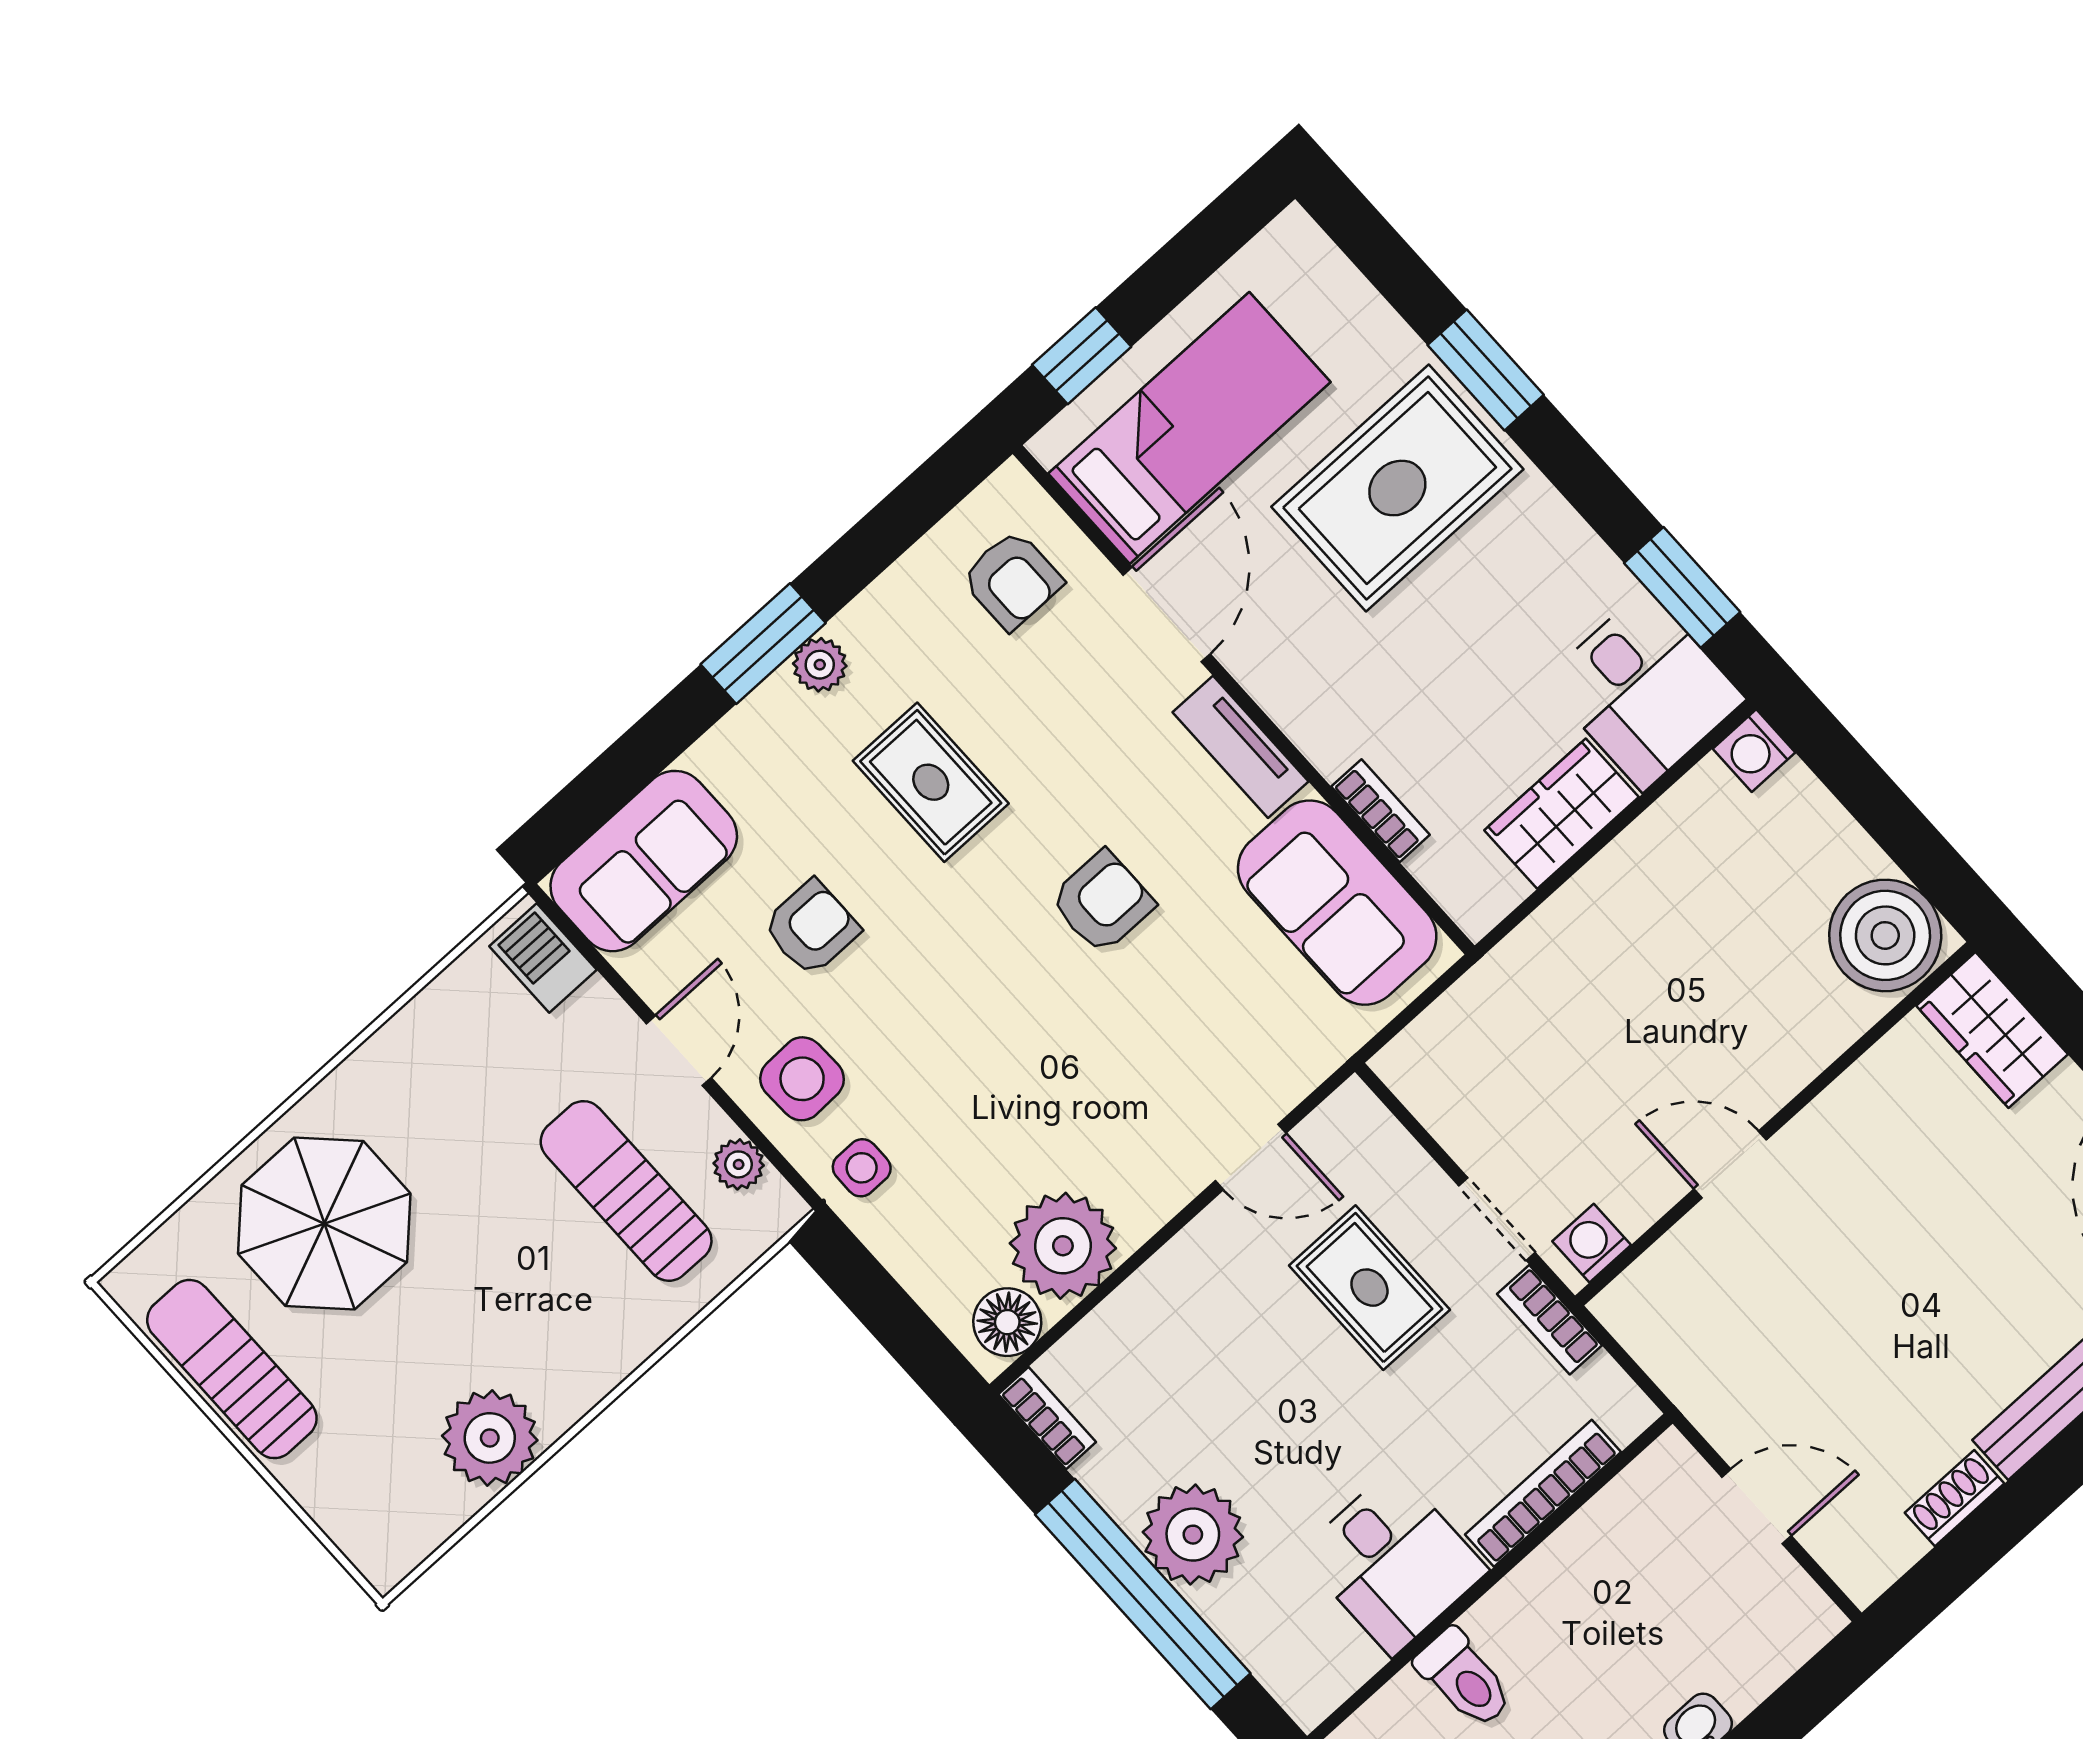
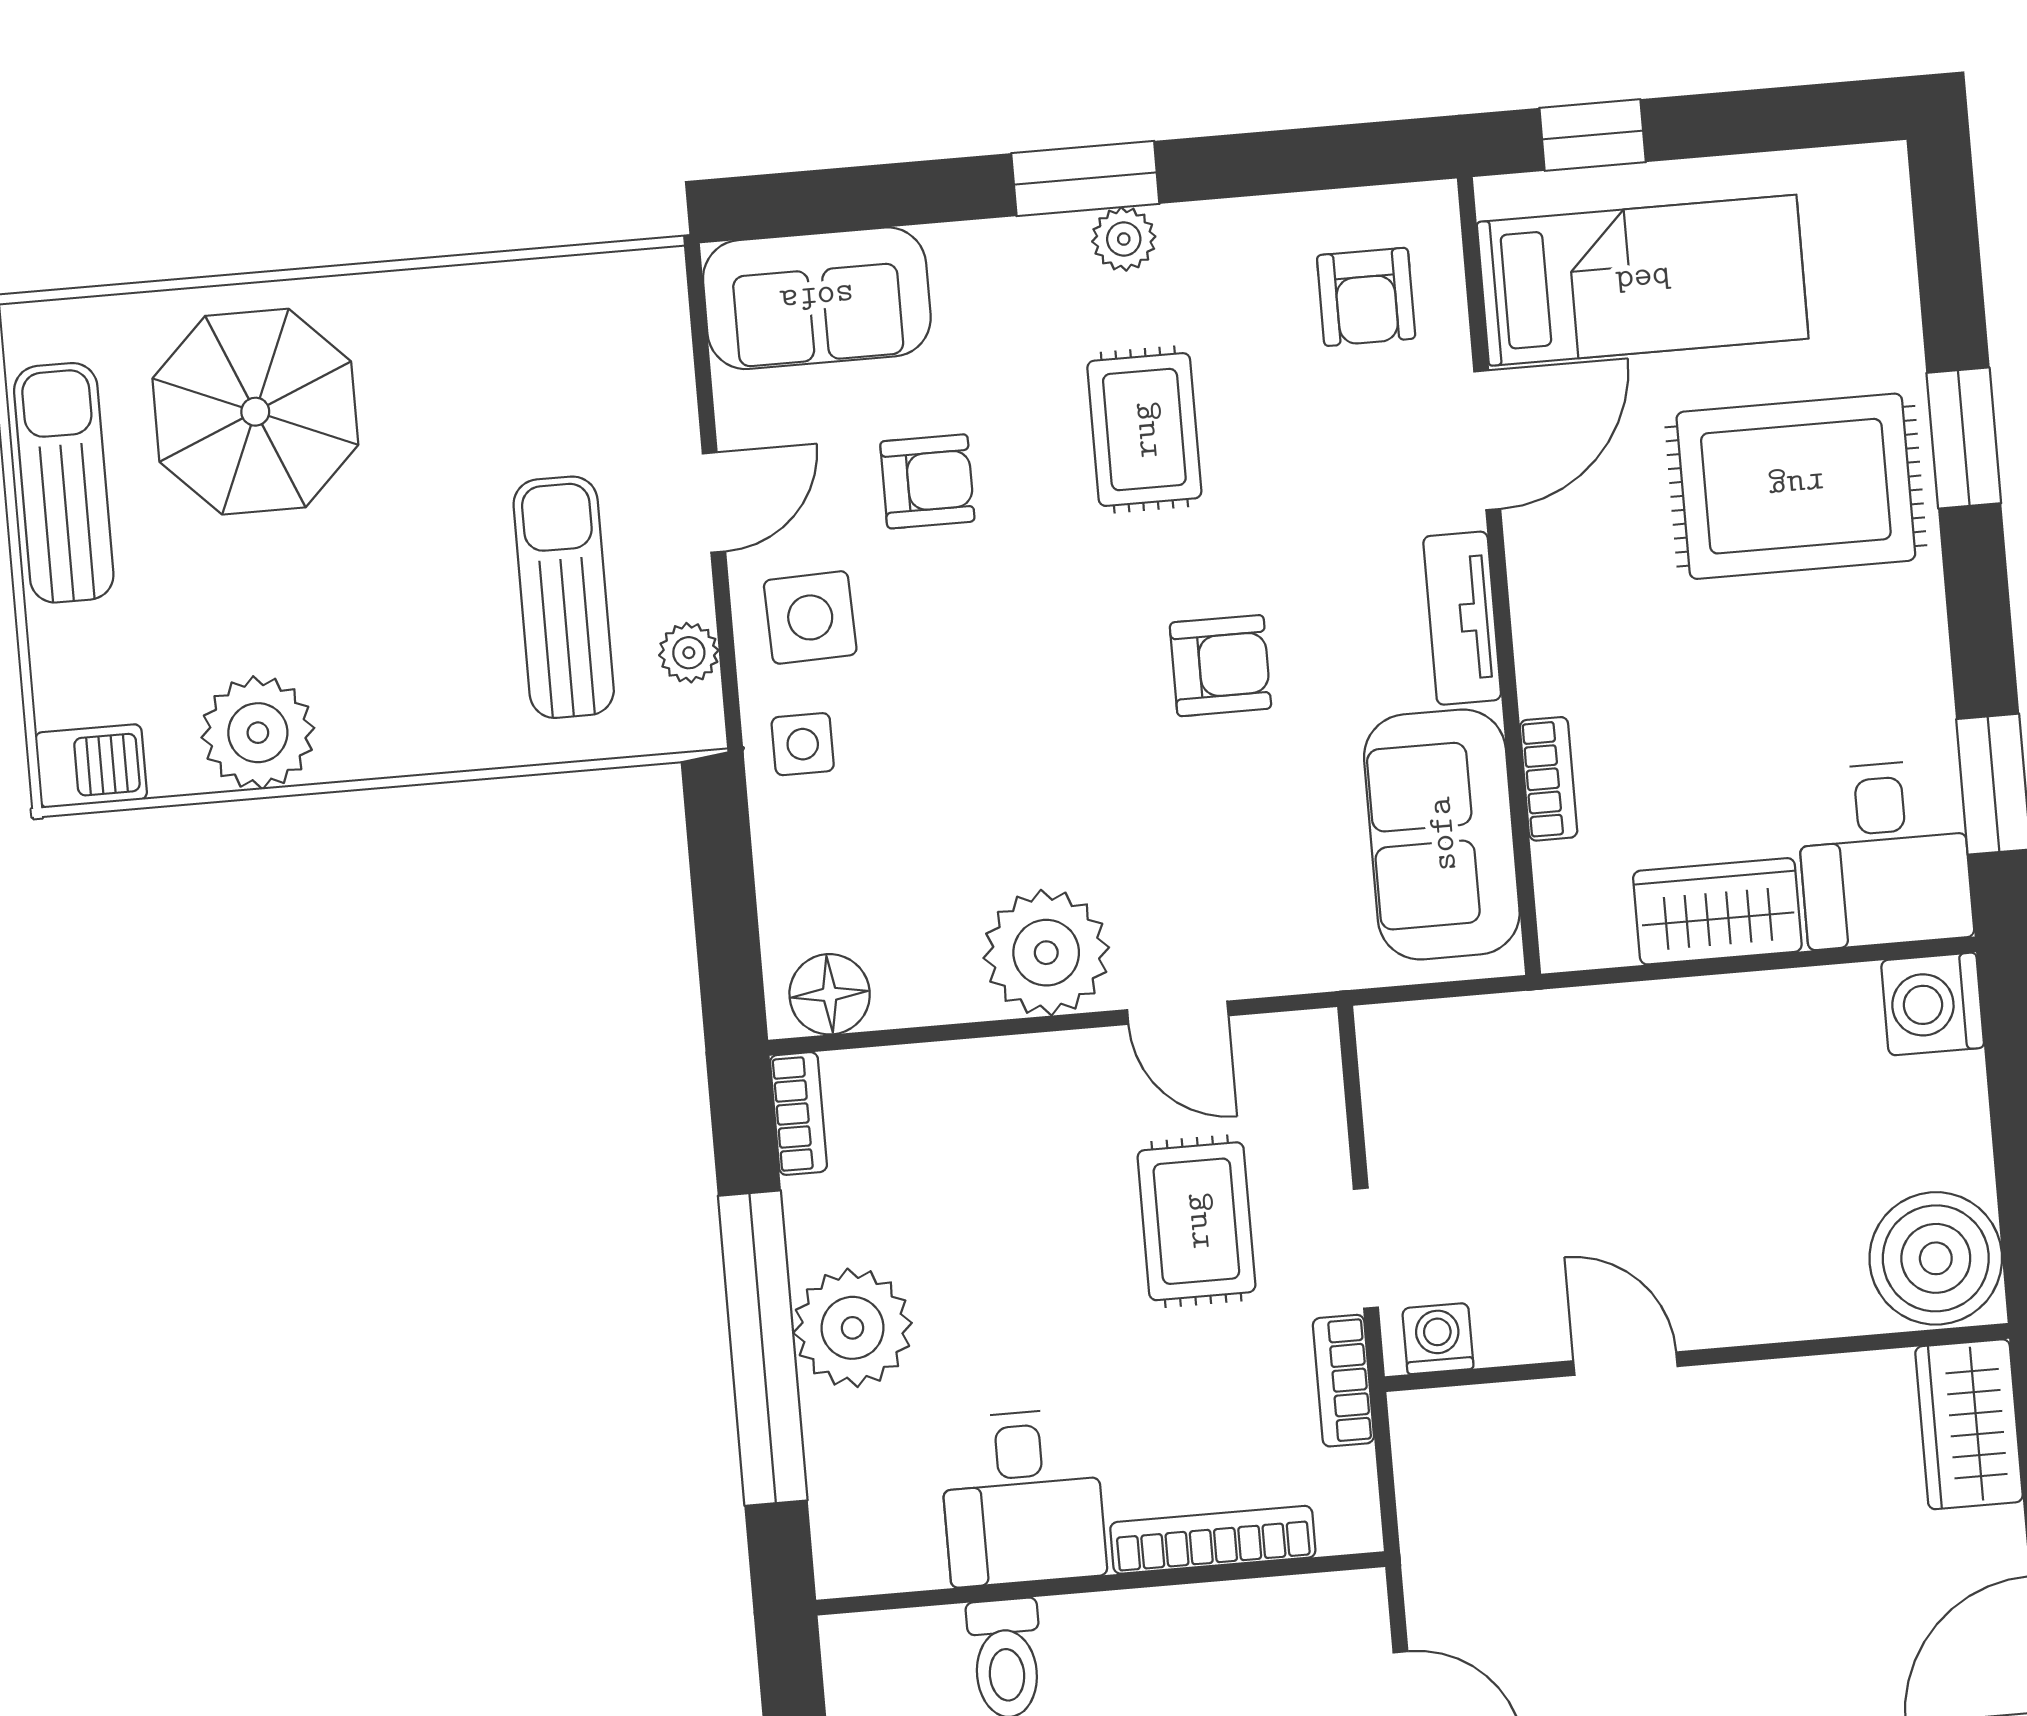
washing machine: (1754, 751) -> (1932, 1004), width x1.38, depth x1.38
barbecue: (543, 958) -> (91, 766), moved, turned 90
plant: (1063, 1246) -> (1046, 953), moved

